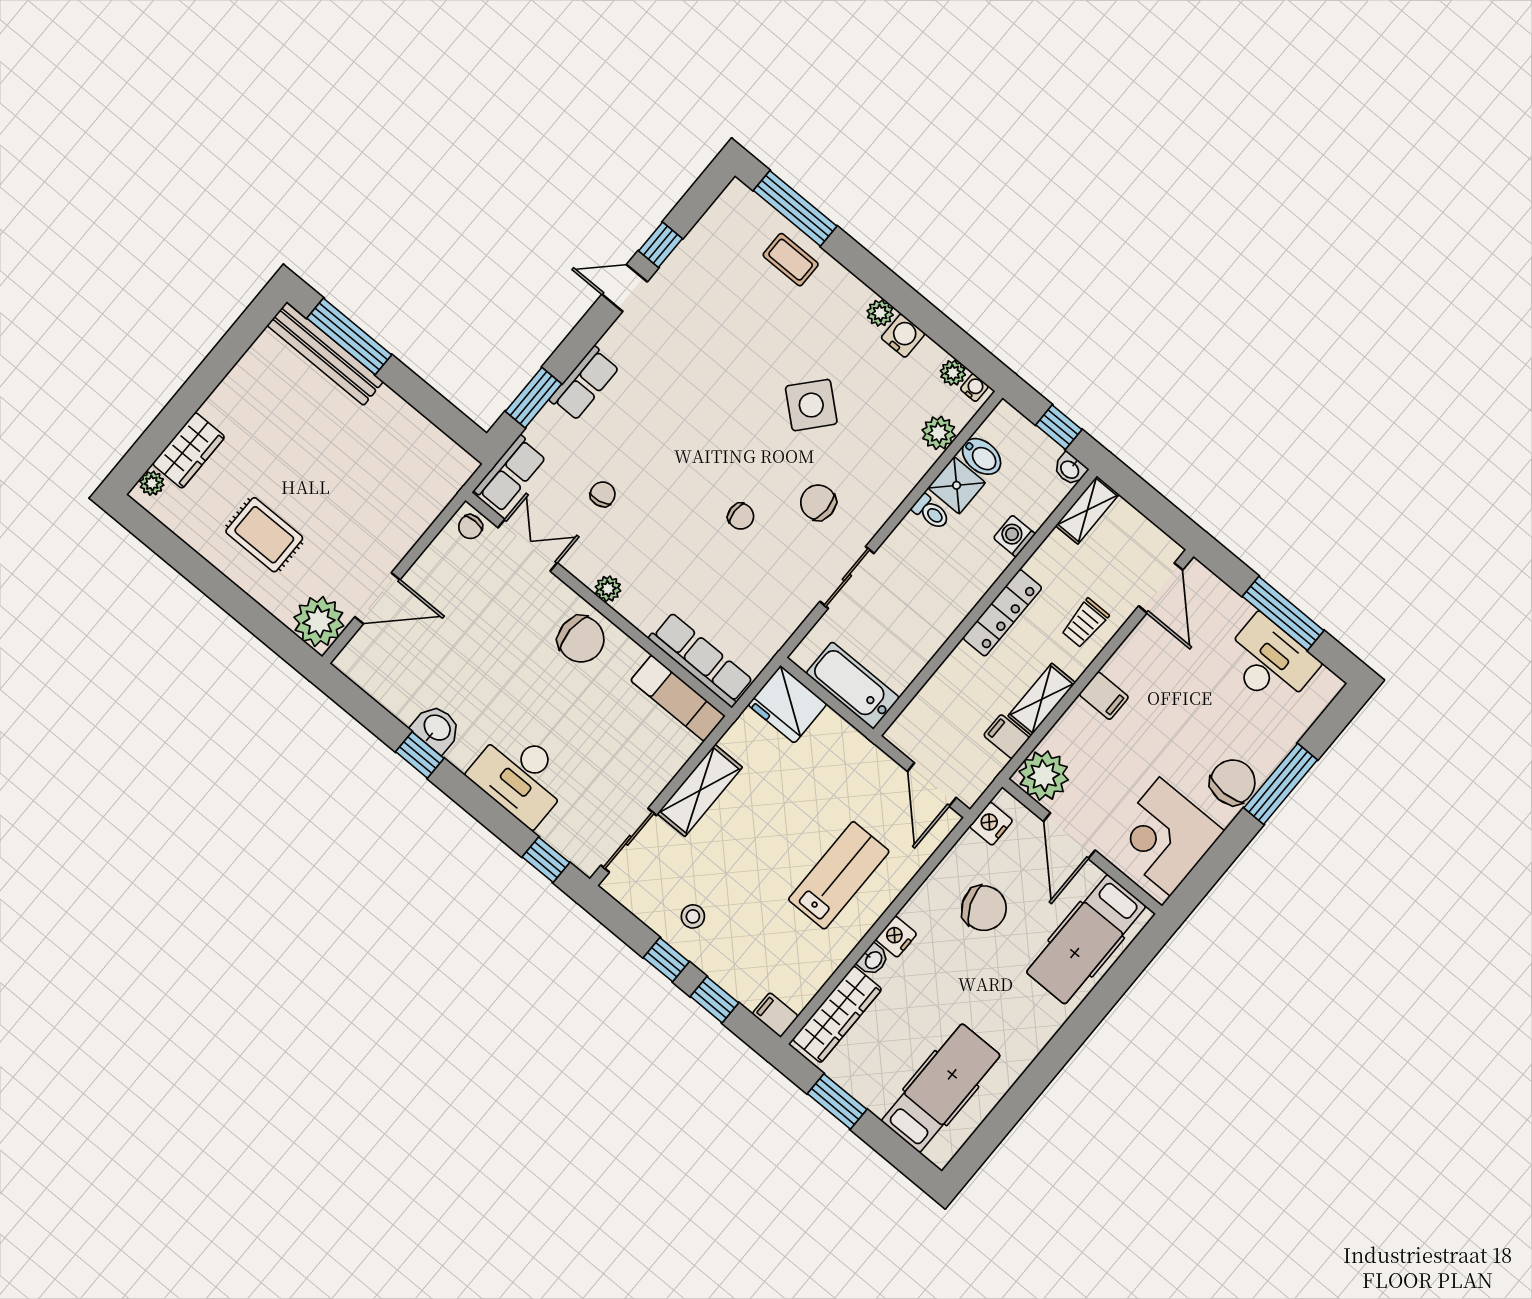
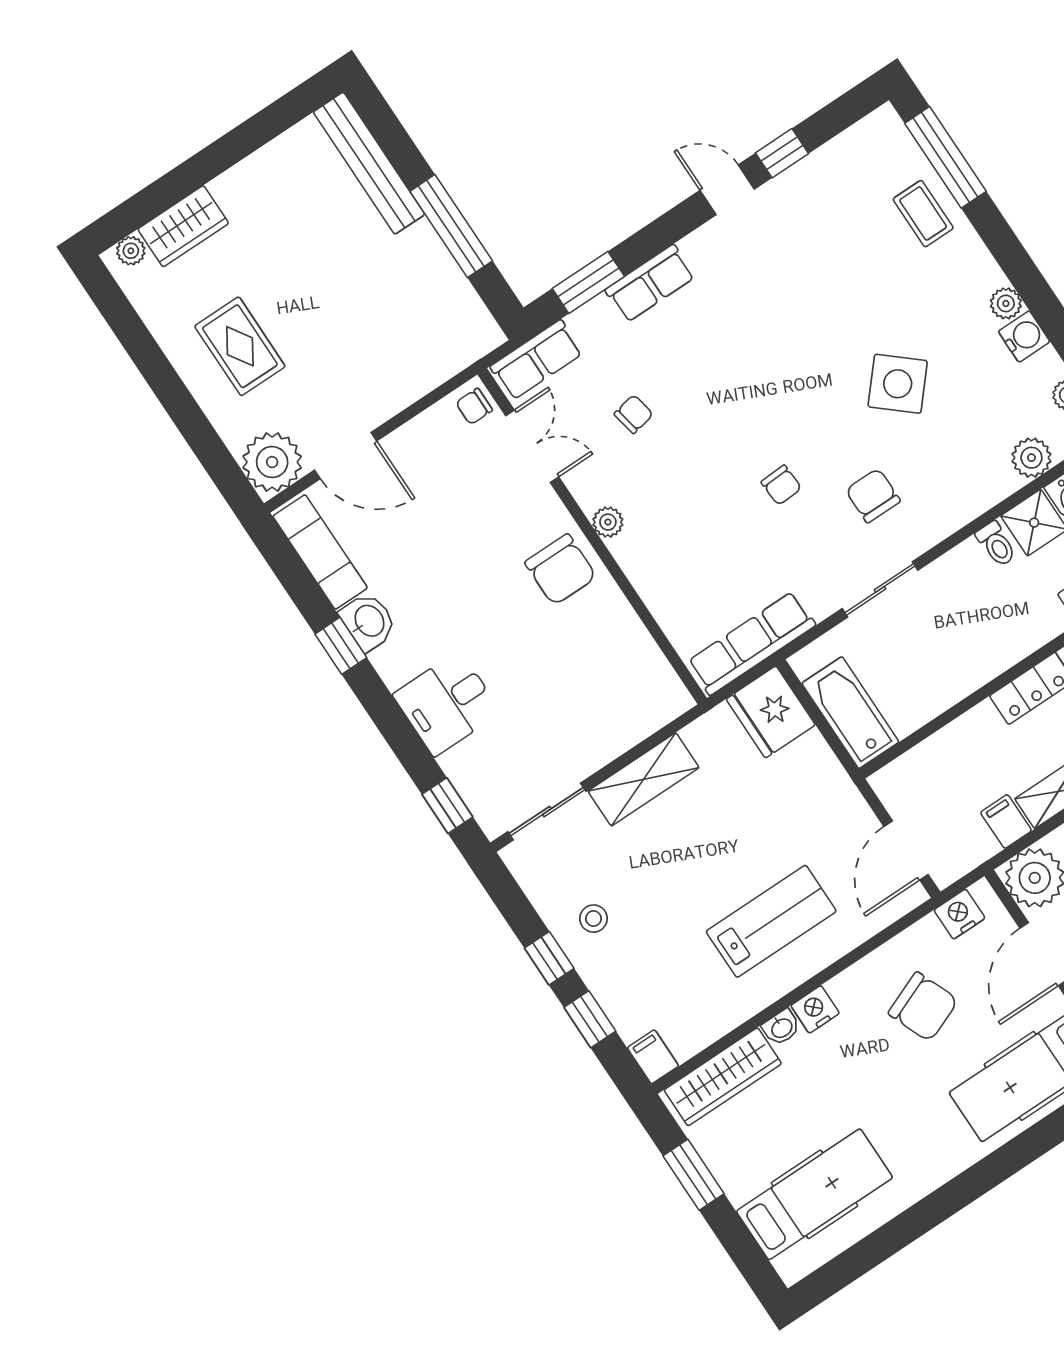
window: (349, 336) -> (451, 226), moved
row of seats: (701, 660) -> (752, 643), moved, turned -90
exam couch: (678, 698) -> (320, 552), moved, turned 180
desk: (521, 776) -> (447, 703), width x0.73

